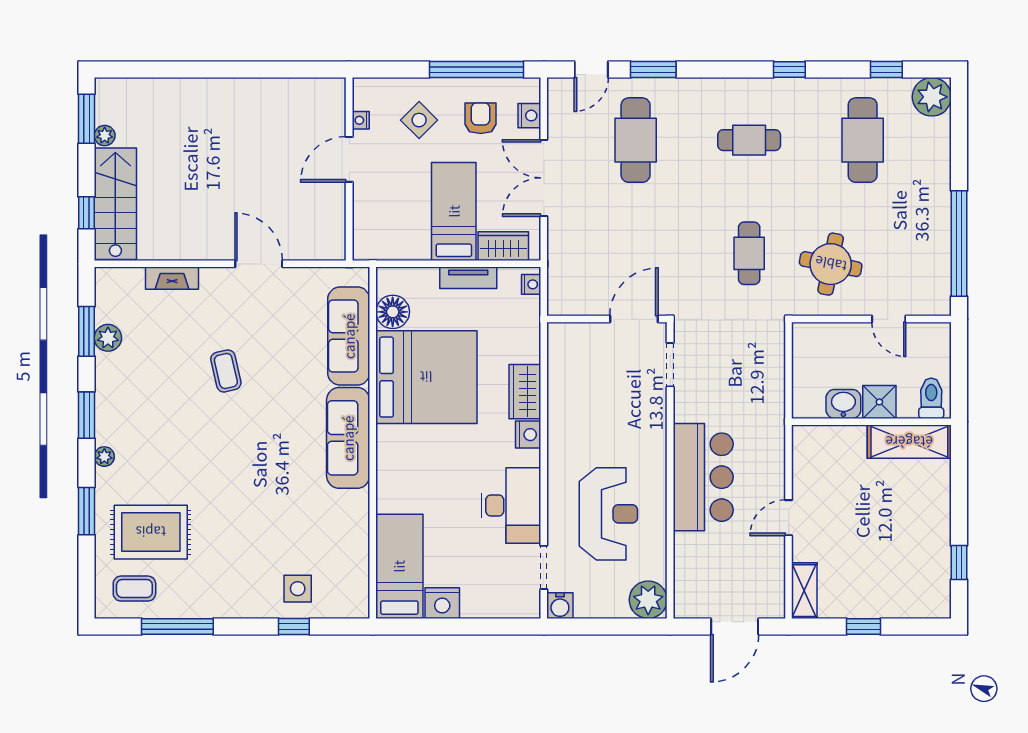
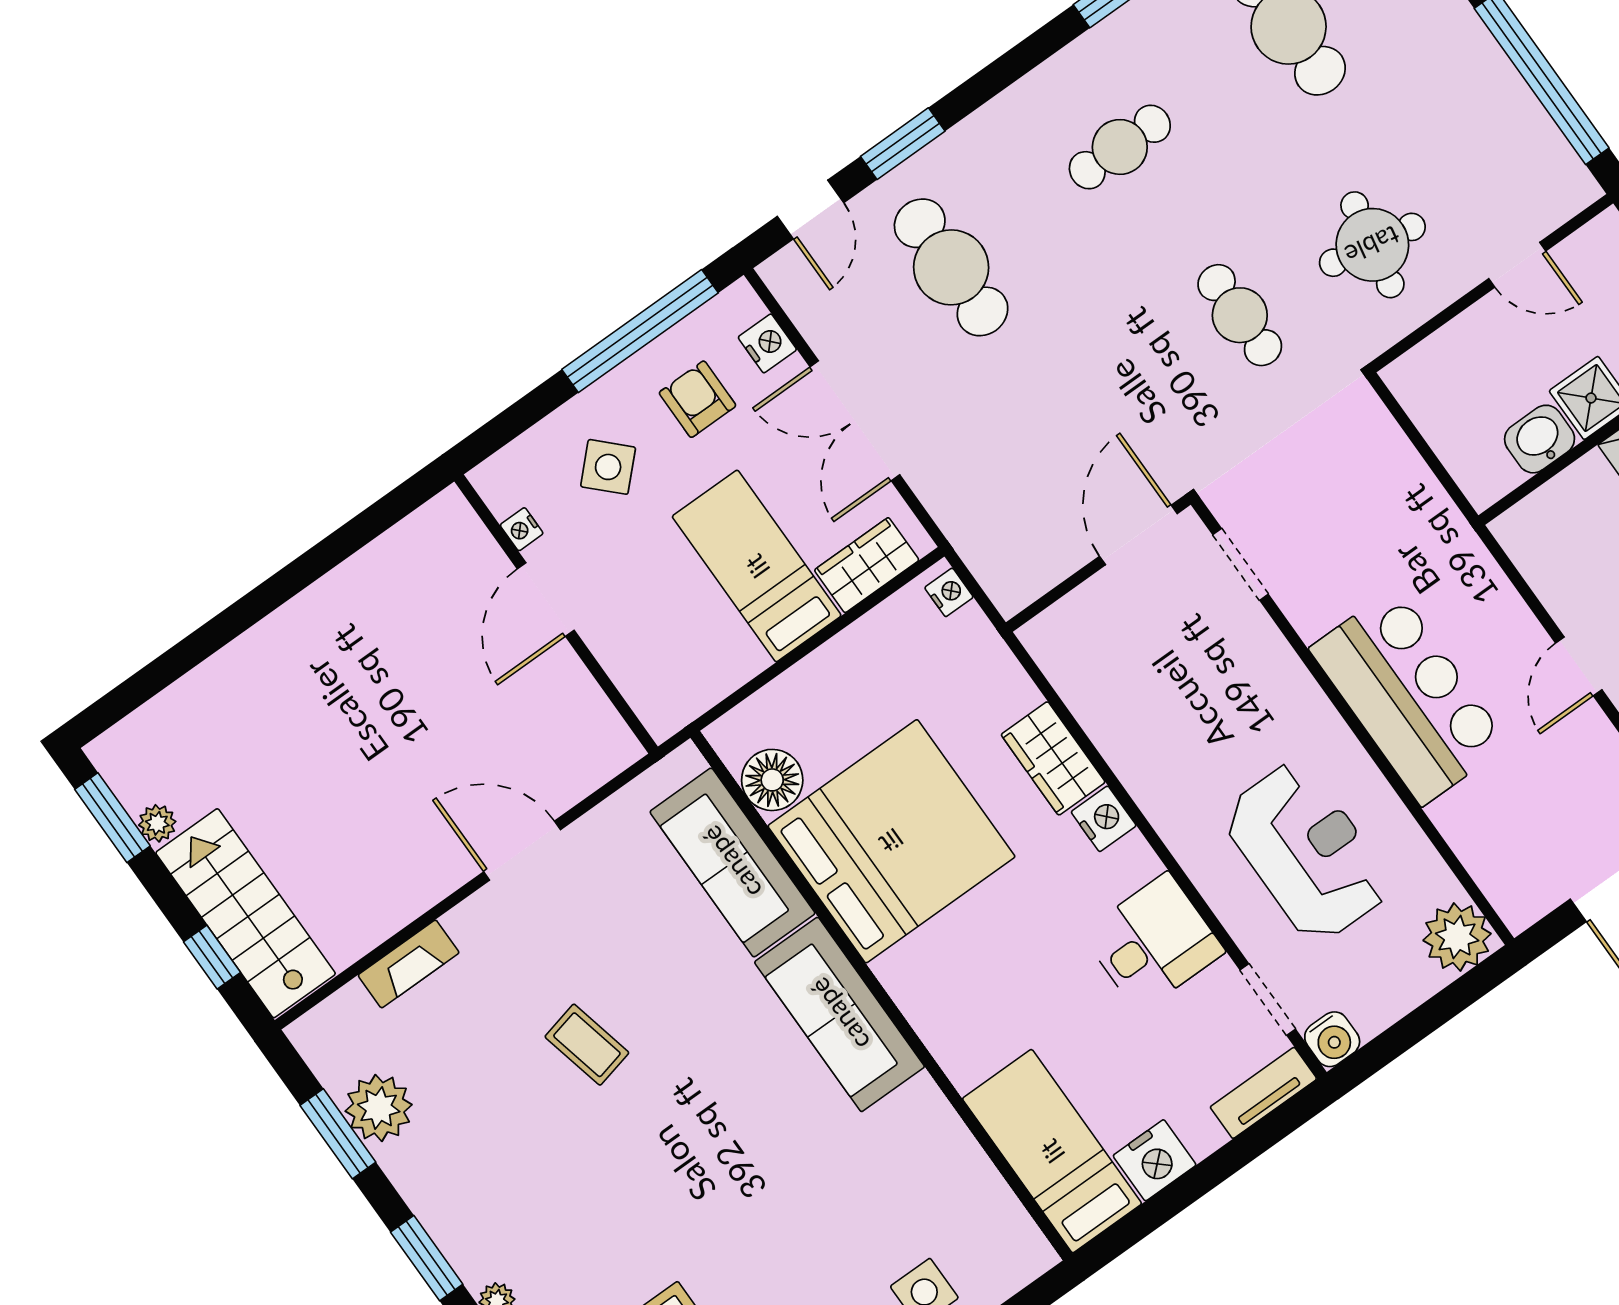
tv unit: (468, 278) -> (1263, 1093), moved, turned 180
plant: (108, 338) -> (379, 1108), width x1.36, depth x1.36
desk: (511, 505) -> (1153, 942), width x0.73

